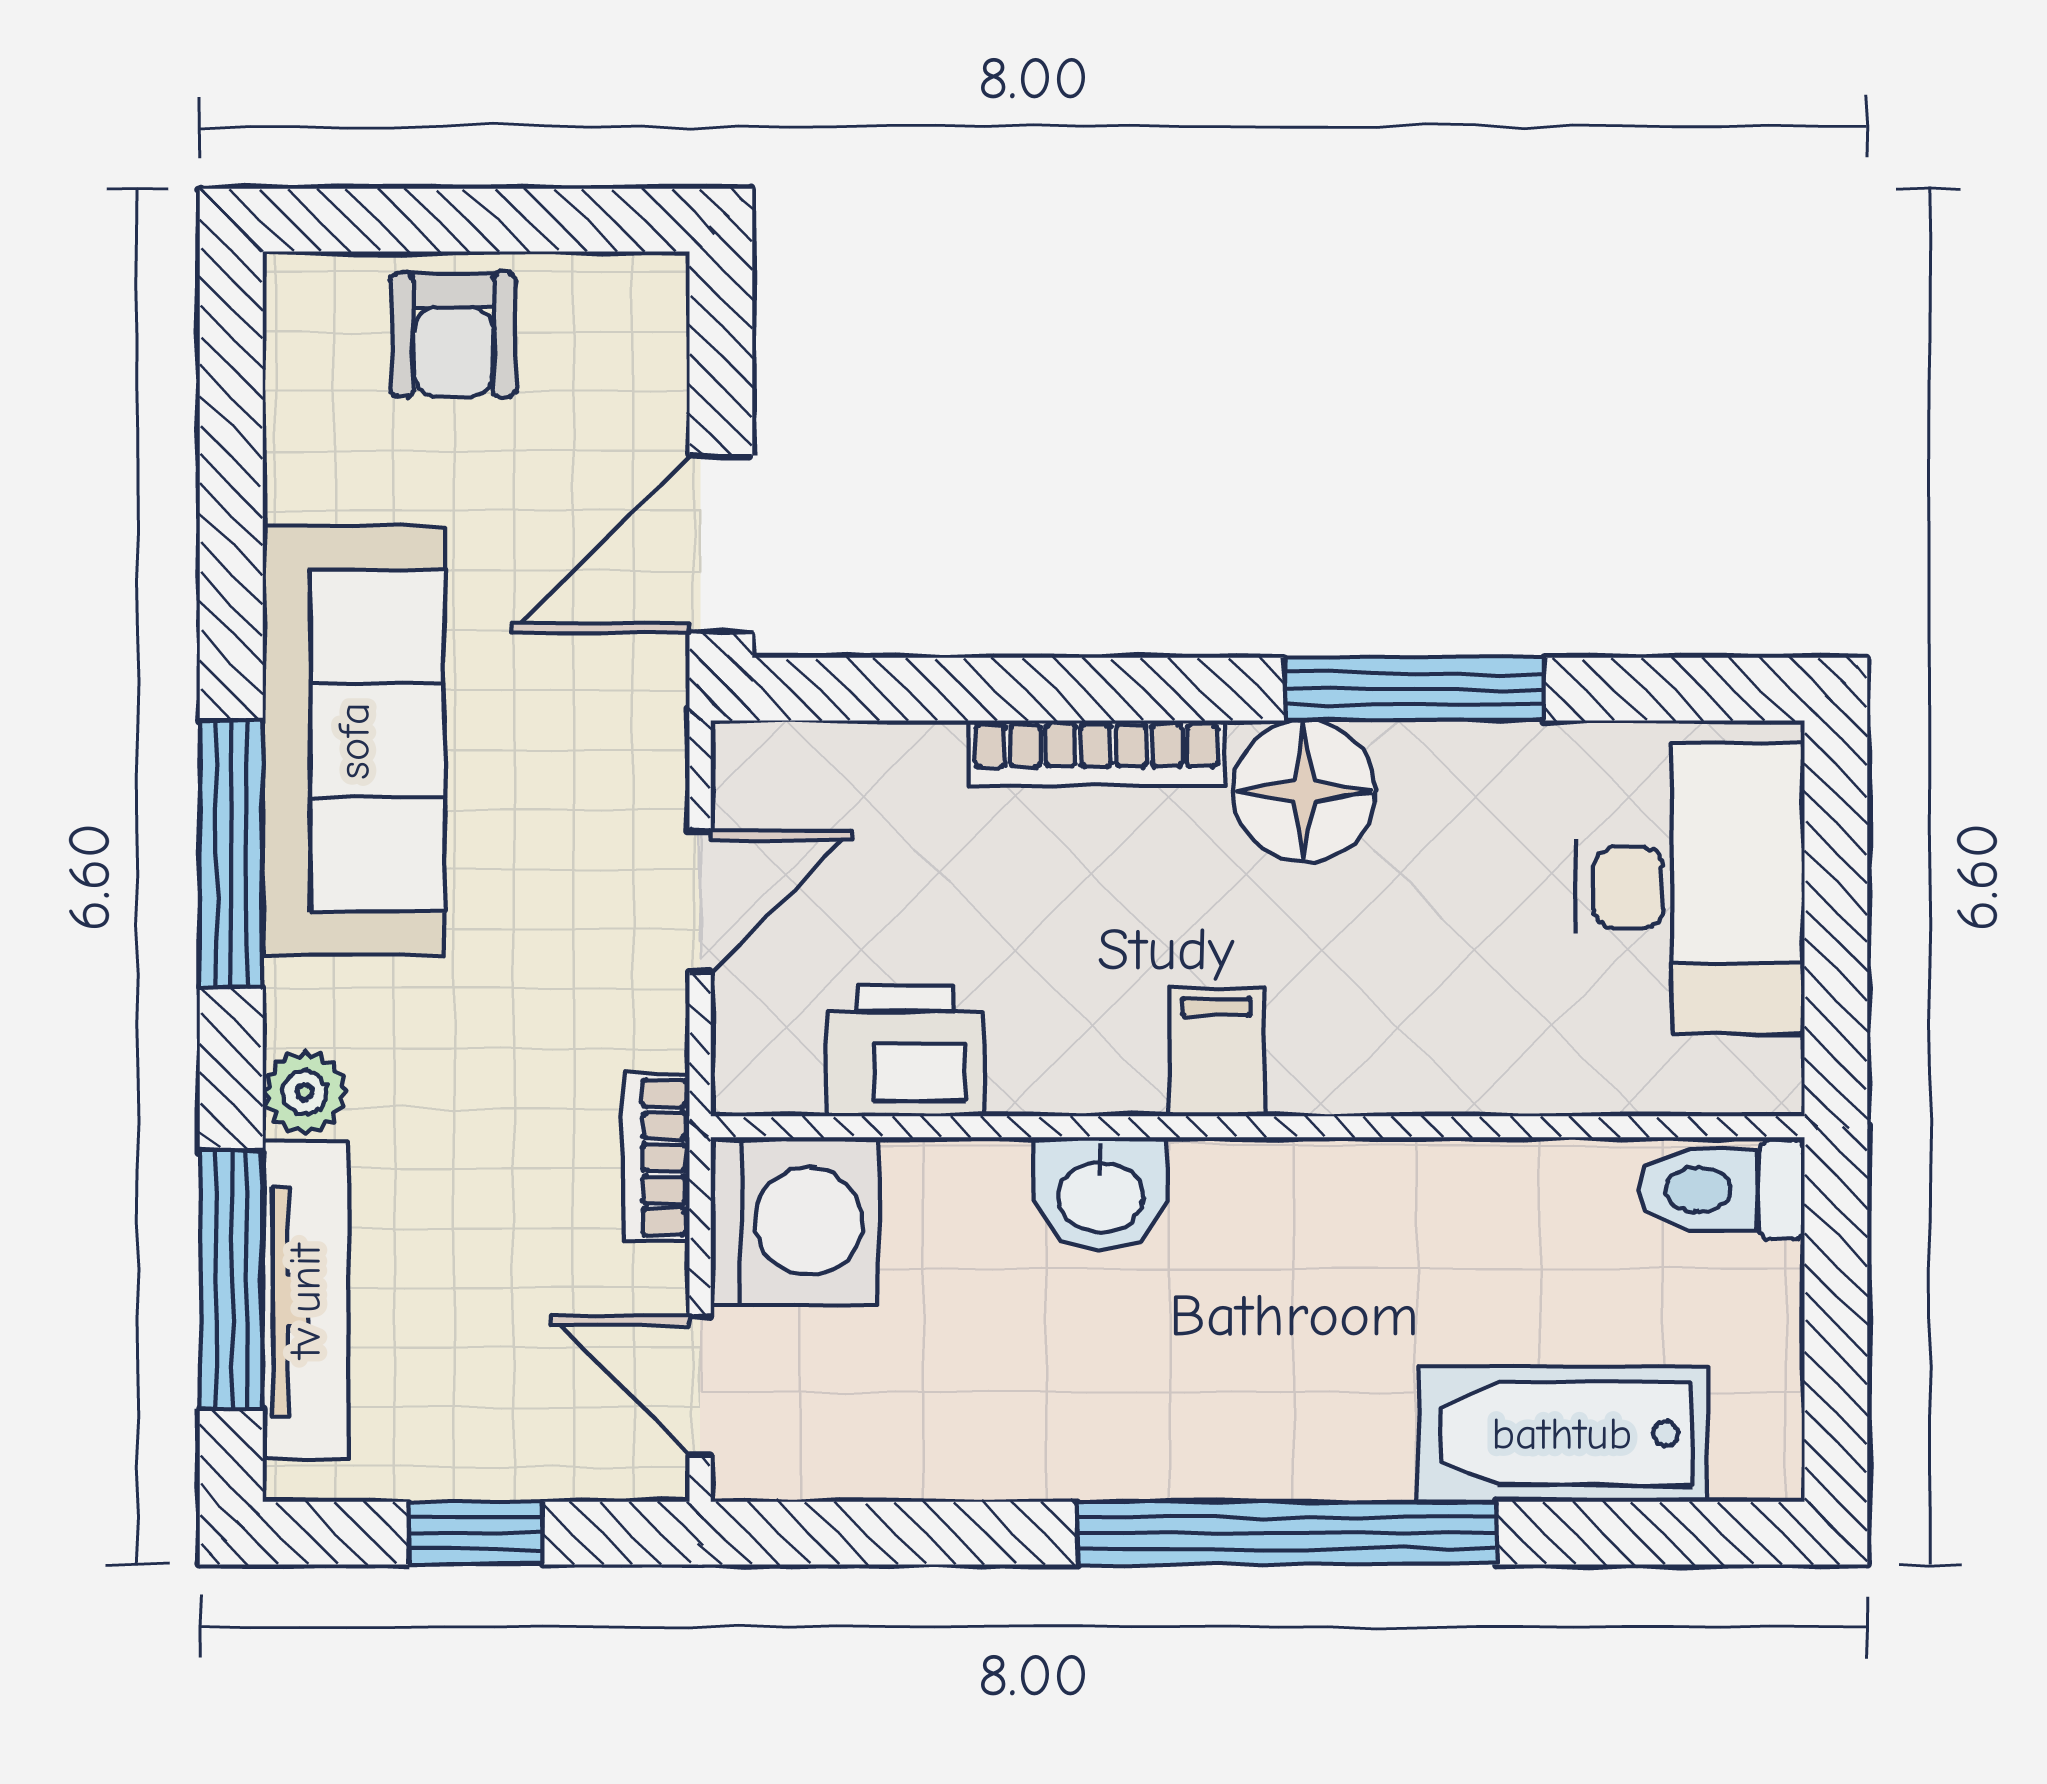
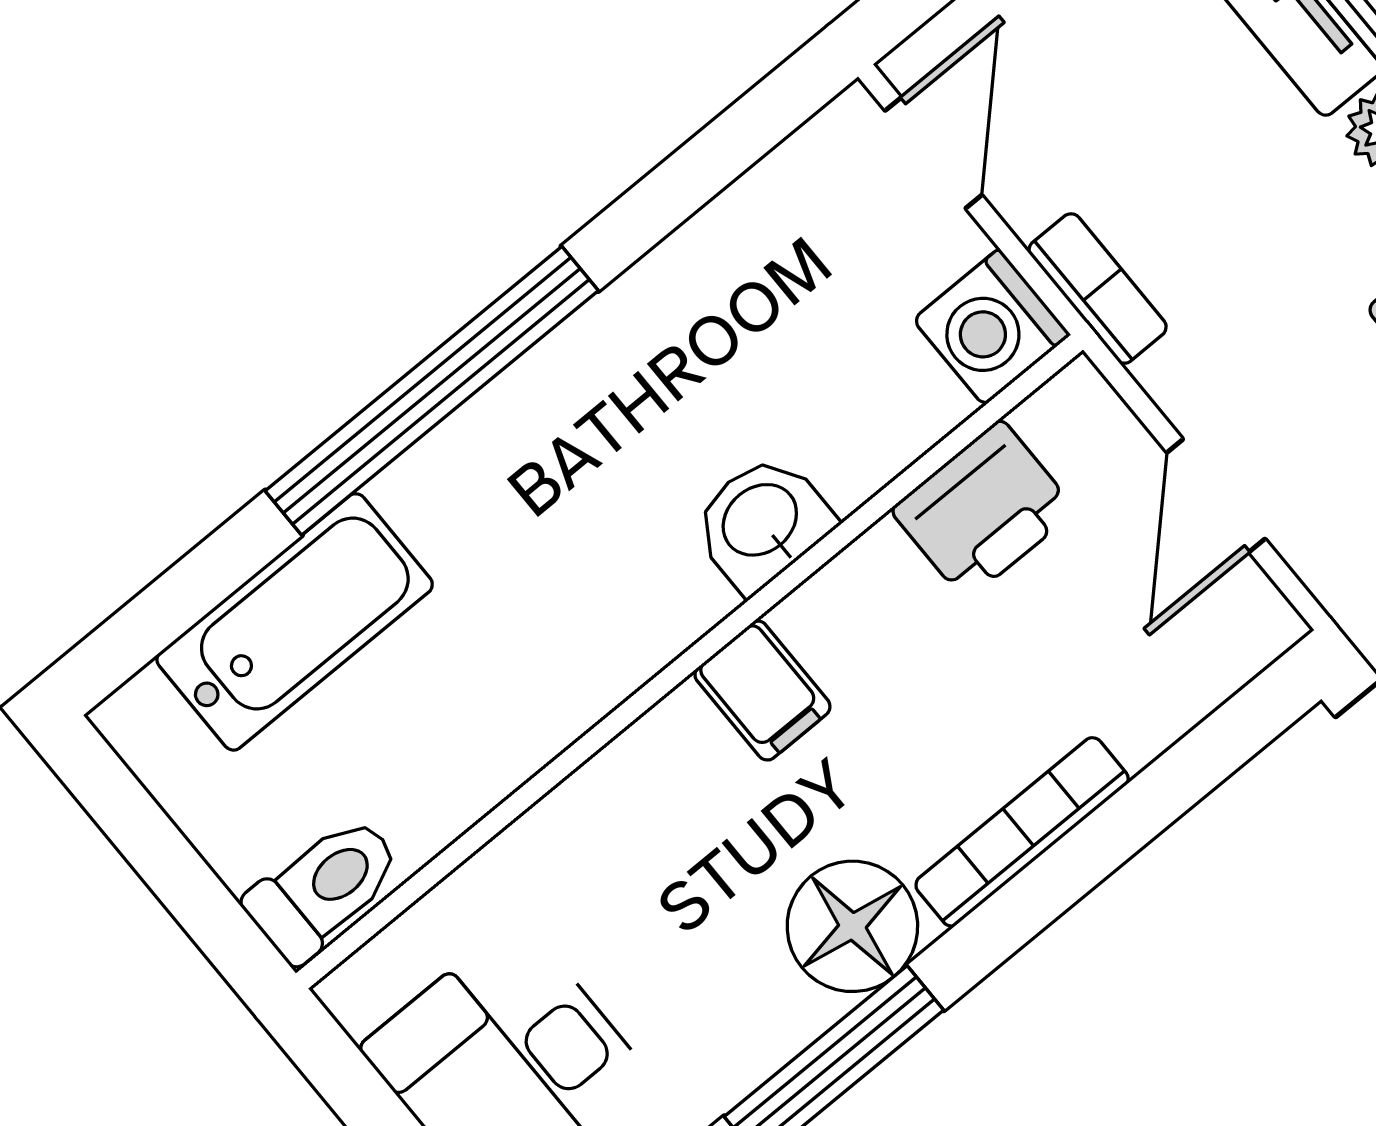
washing machine: (795, 1221) -> (992, 327), width x0.73, depth x0.73
door: (700, 1385) -> (933, 153), hinge flipped

